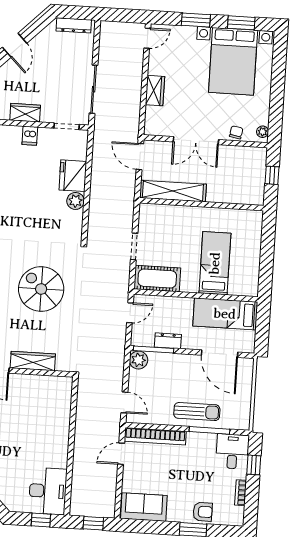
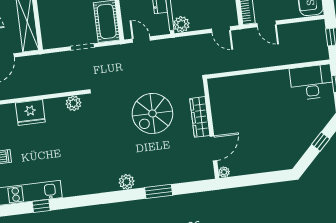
plant: (76, 201) -> (73, 103), moved
spiral stairs: (41, 289) -> (152, 113), moved
door: (124, 402) -> (221, 30), swing flipped

